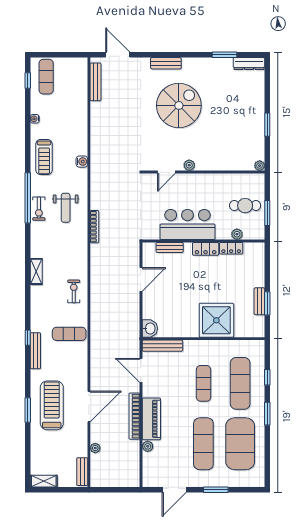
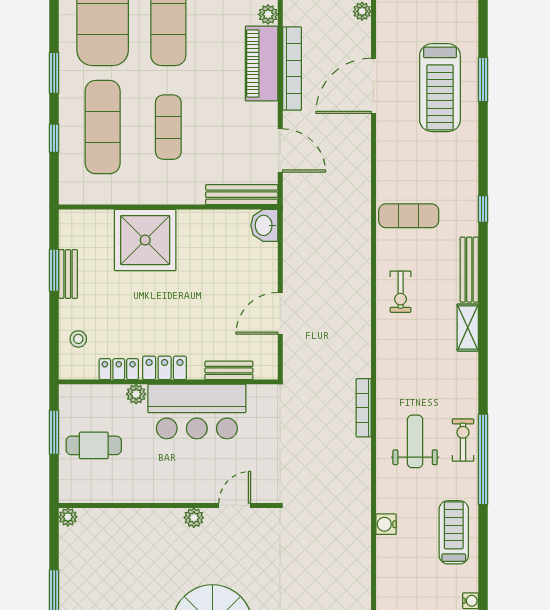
plant: (237, 234) -> (136, 394), moved
stool: (254, 265) -> (78, 339), added
bench: (35, 351) -> (469, 270), moved

